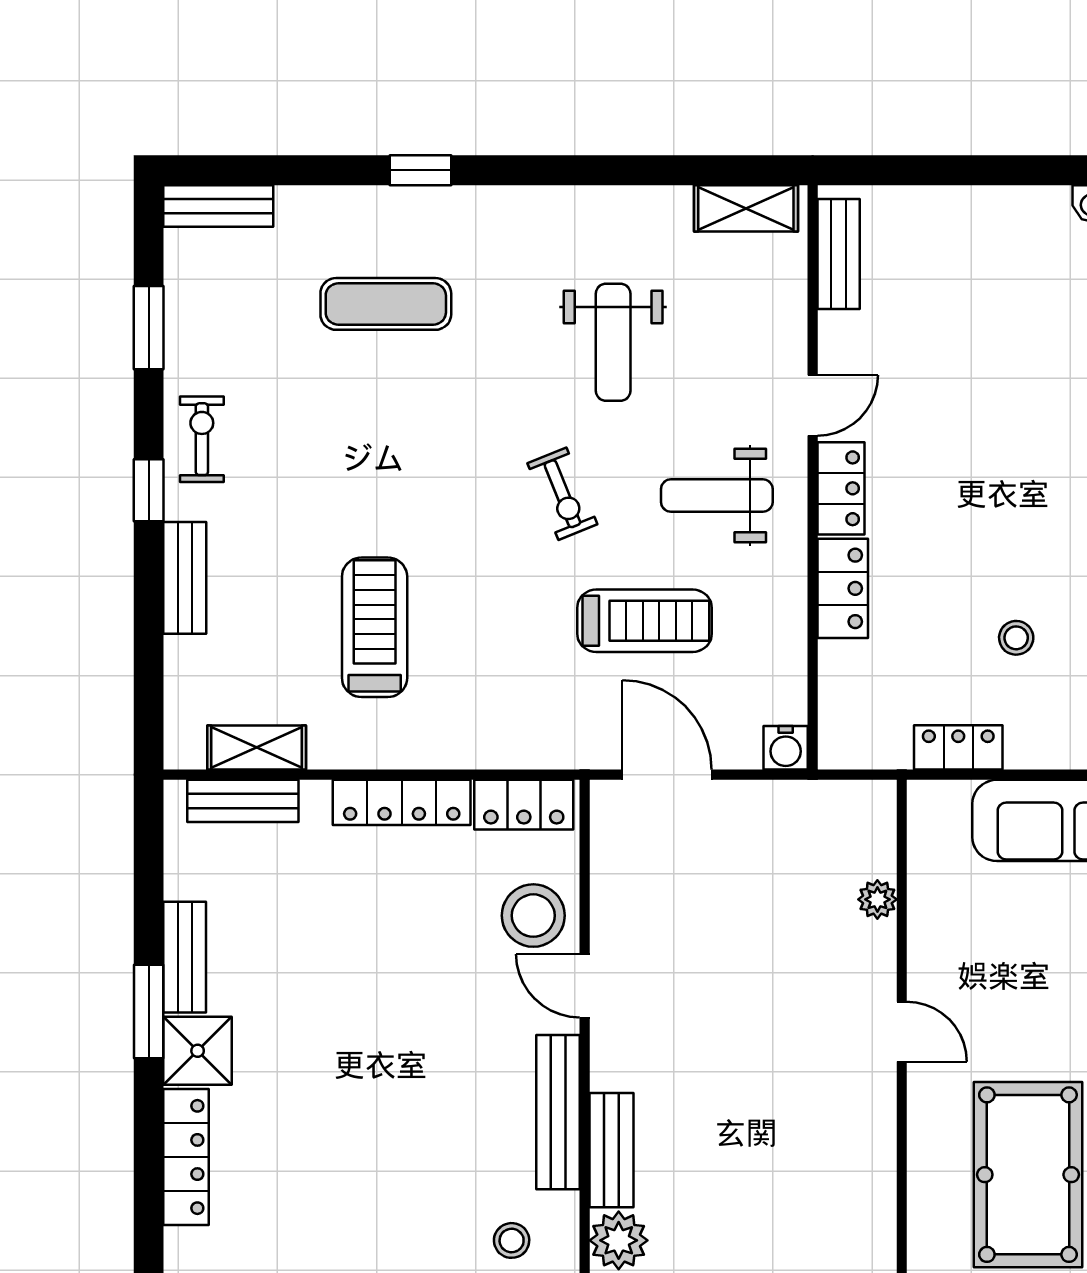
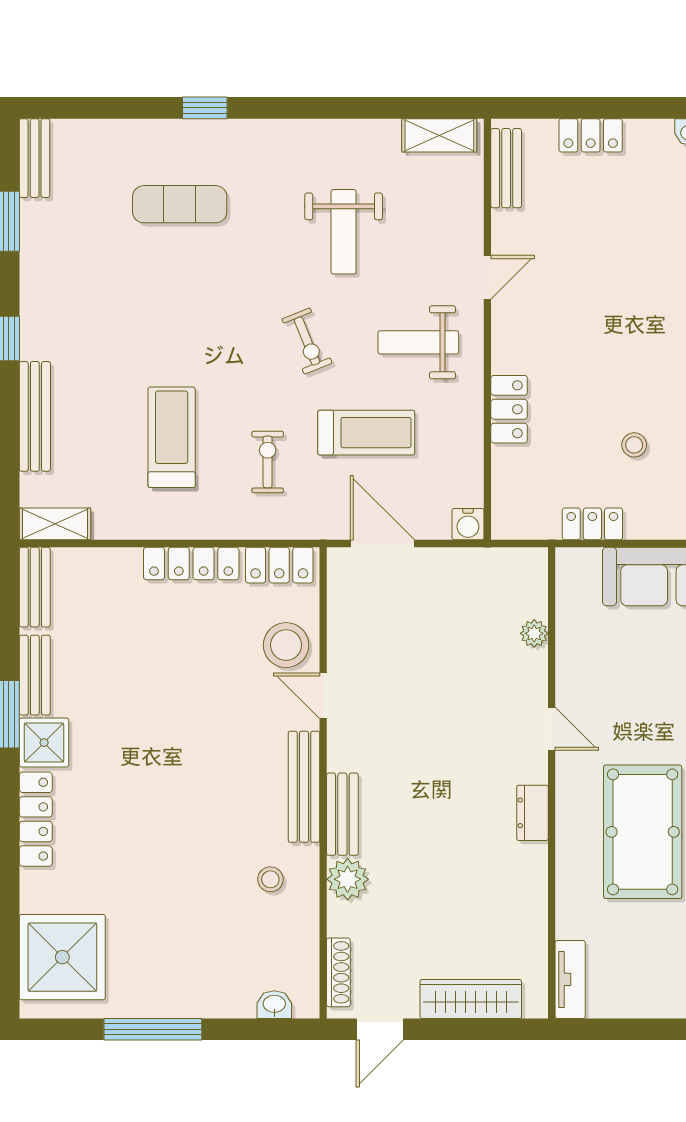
bench: (218, 206) -> (35, 158), moved, turned 90
exercise bike: (202, 439) -> (268, 462), moved
locker: (841, 488) -> (591, 135), moved, turned 90
bench: (185, 578) -> (35, 416), width x1.36
shelving: (257, 748) -> (55, 524), moved
bench: (243, 801) -> (35, 587), moved, turned 90
dresser: (875, 1148) -> (532, 813), added

